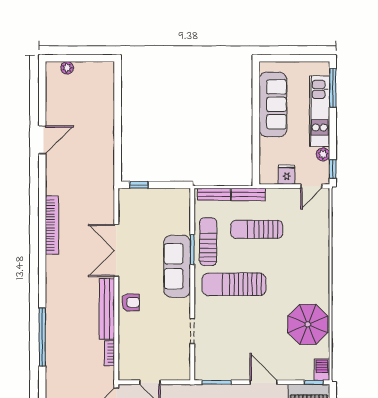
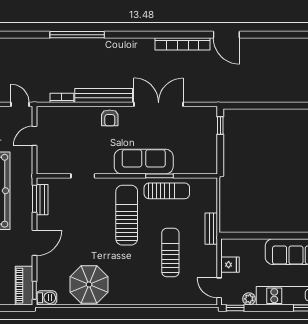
door: (42, 140) -> (226, 35), moved
bench: (214, 194) -> (42, 200), moved
sun lounger: (257, 229) -> (170, 253), moved

